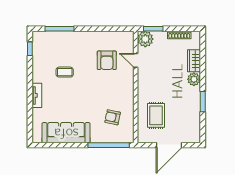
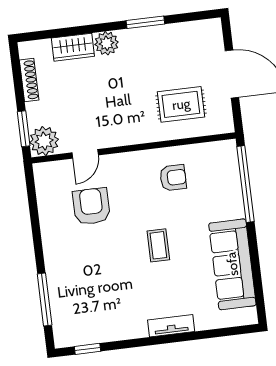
armchair: (107, 60) -> (91, 206), turned -90
coffee table: (65, 72) -> (158, 245), moved
armchair: (113, 117) -> (173, 178), moved, turned -102

